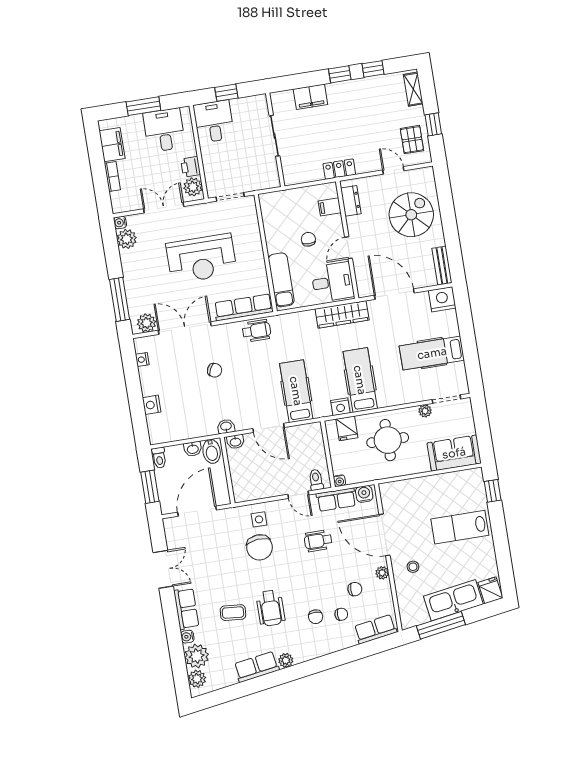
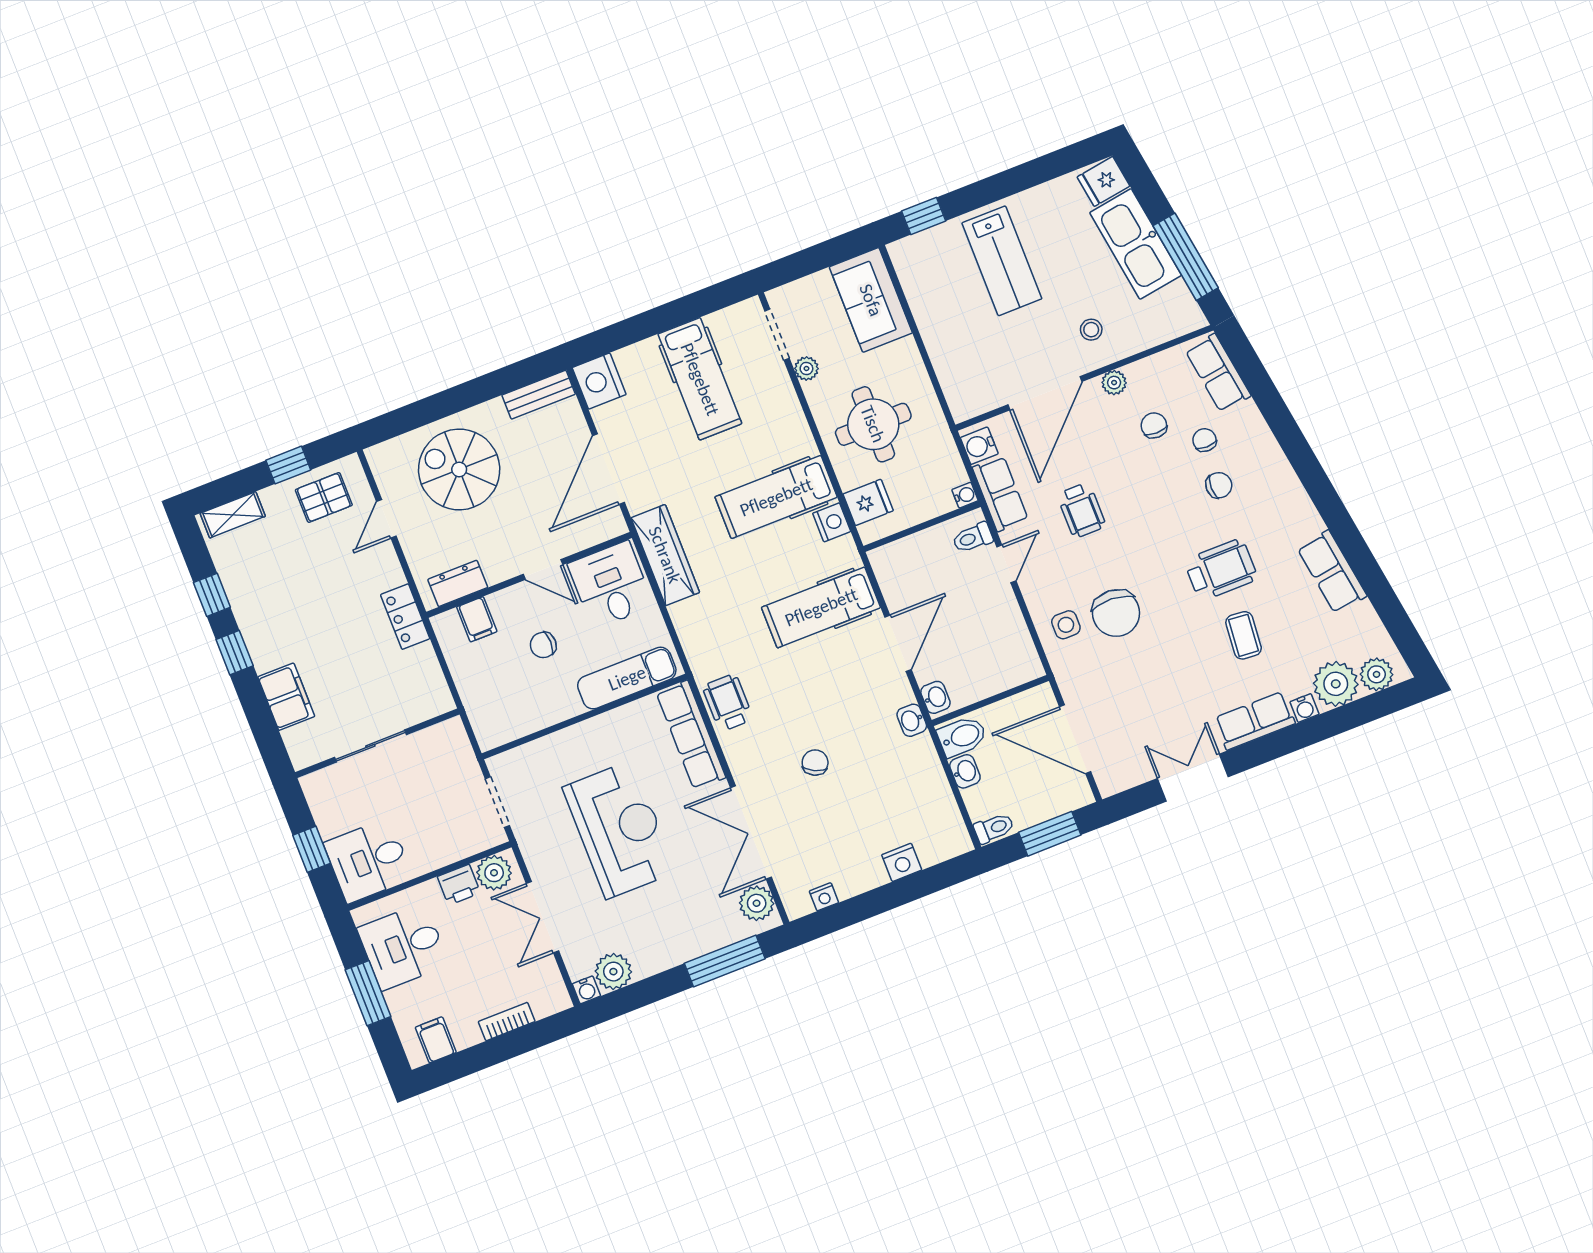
filing cabinet: (112, 145) -> (436, 1040), width x0.50
chair: (259, 547) -> (1116, 613), turned 98
plant: (286, 660) -> (1309, 522), removed

